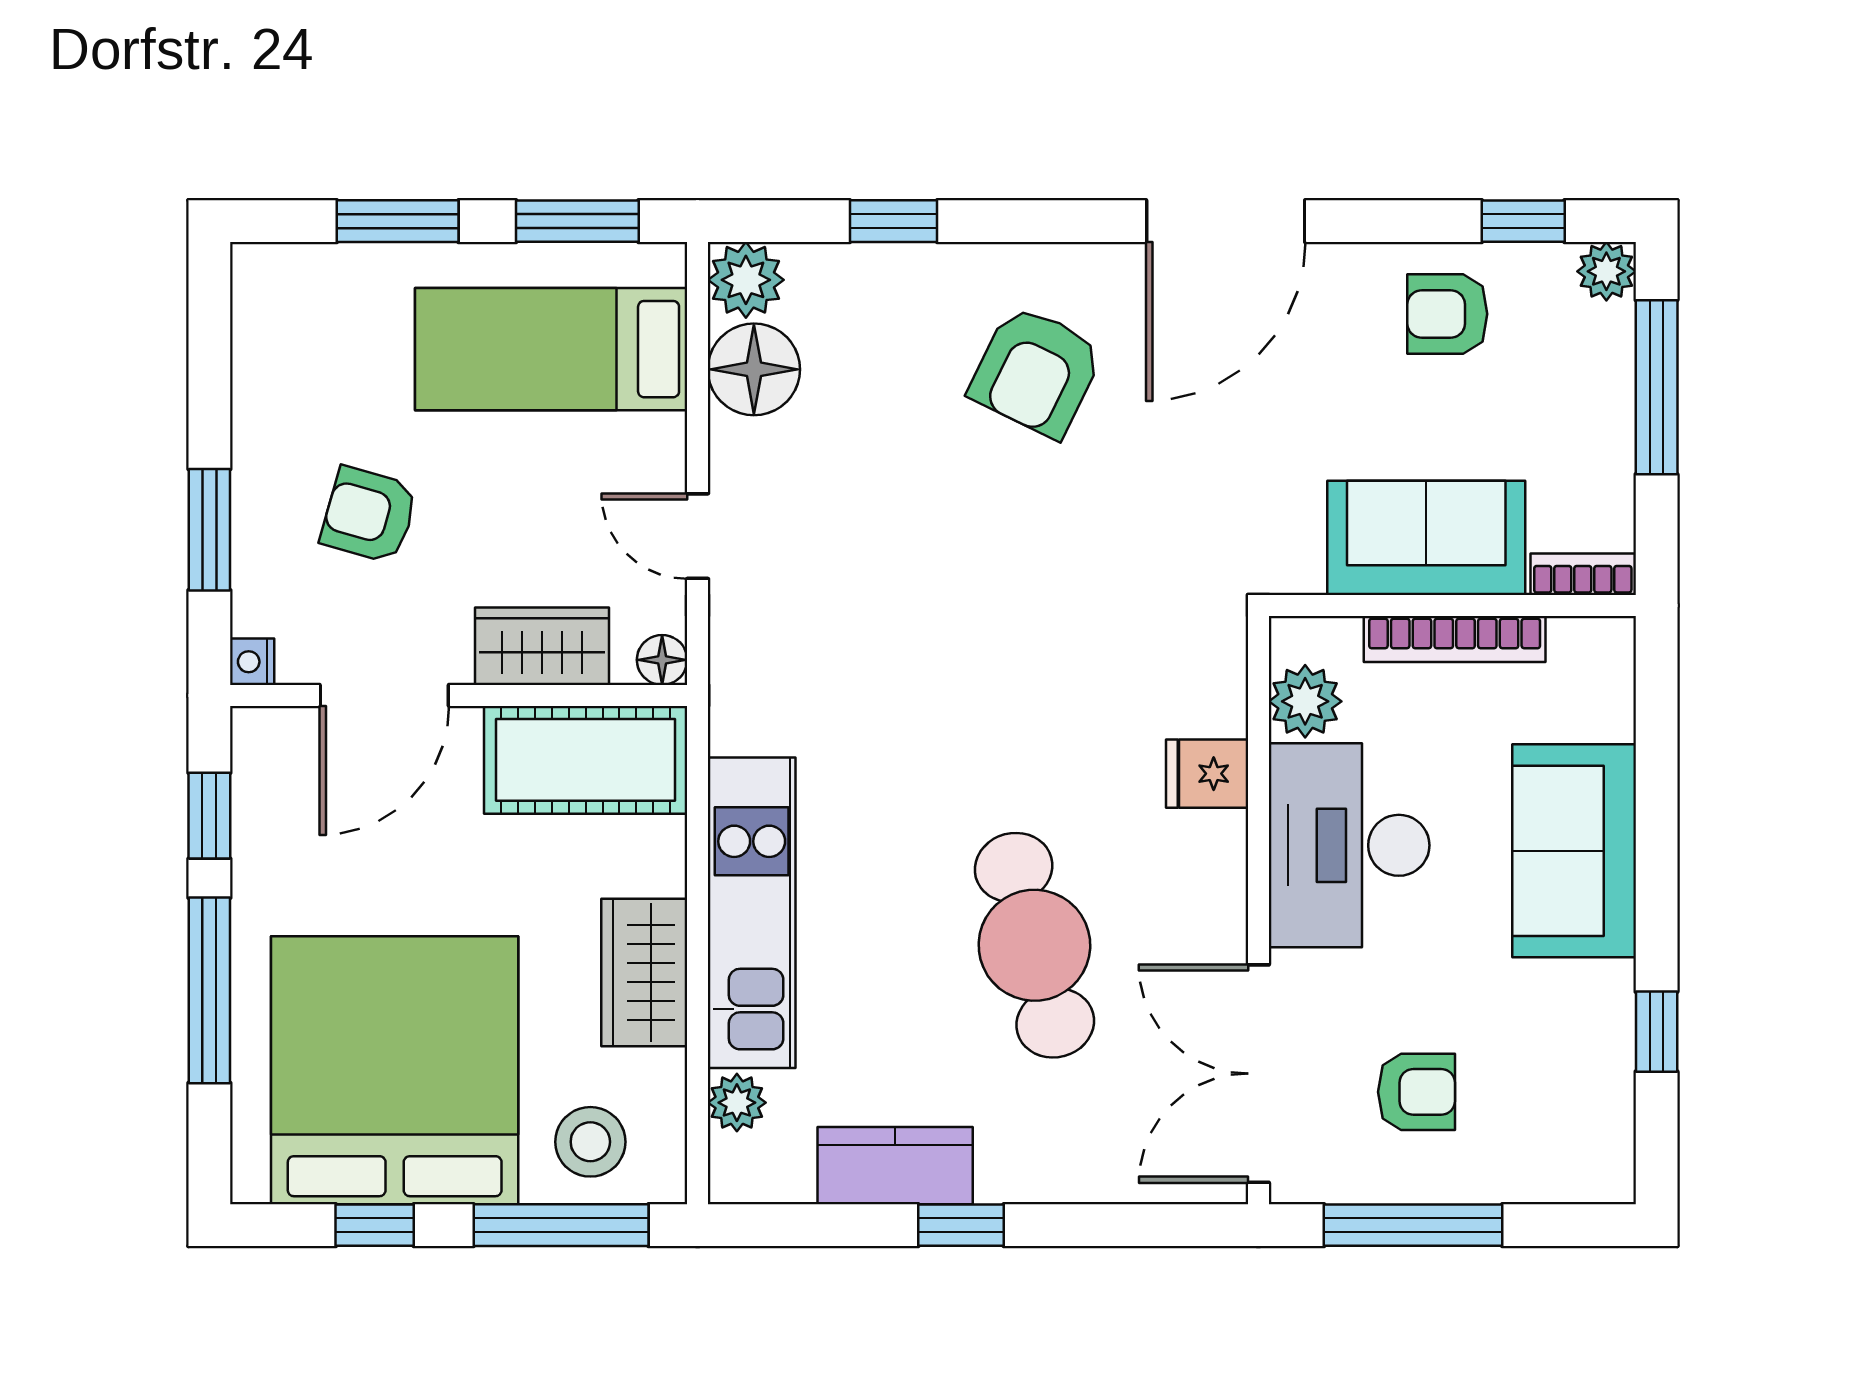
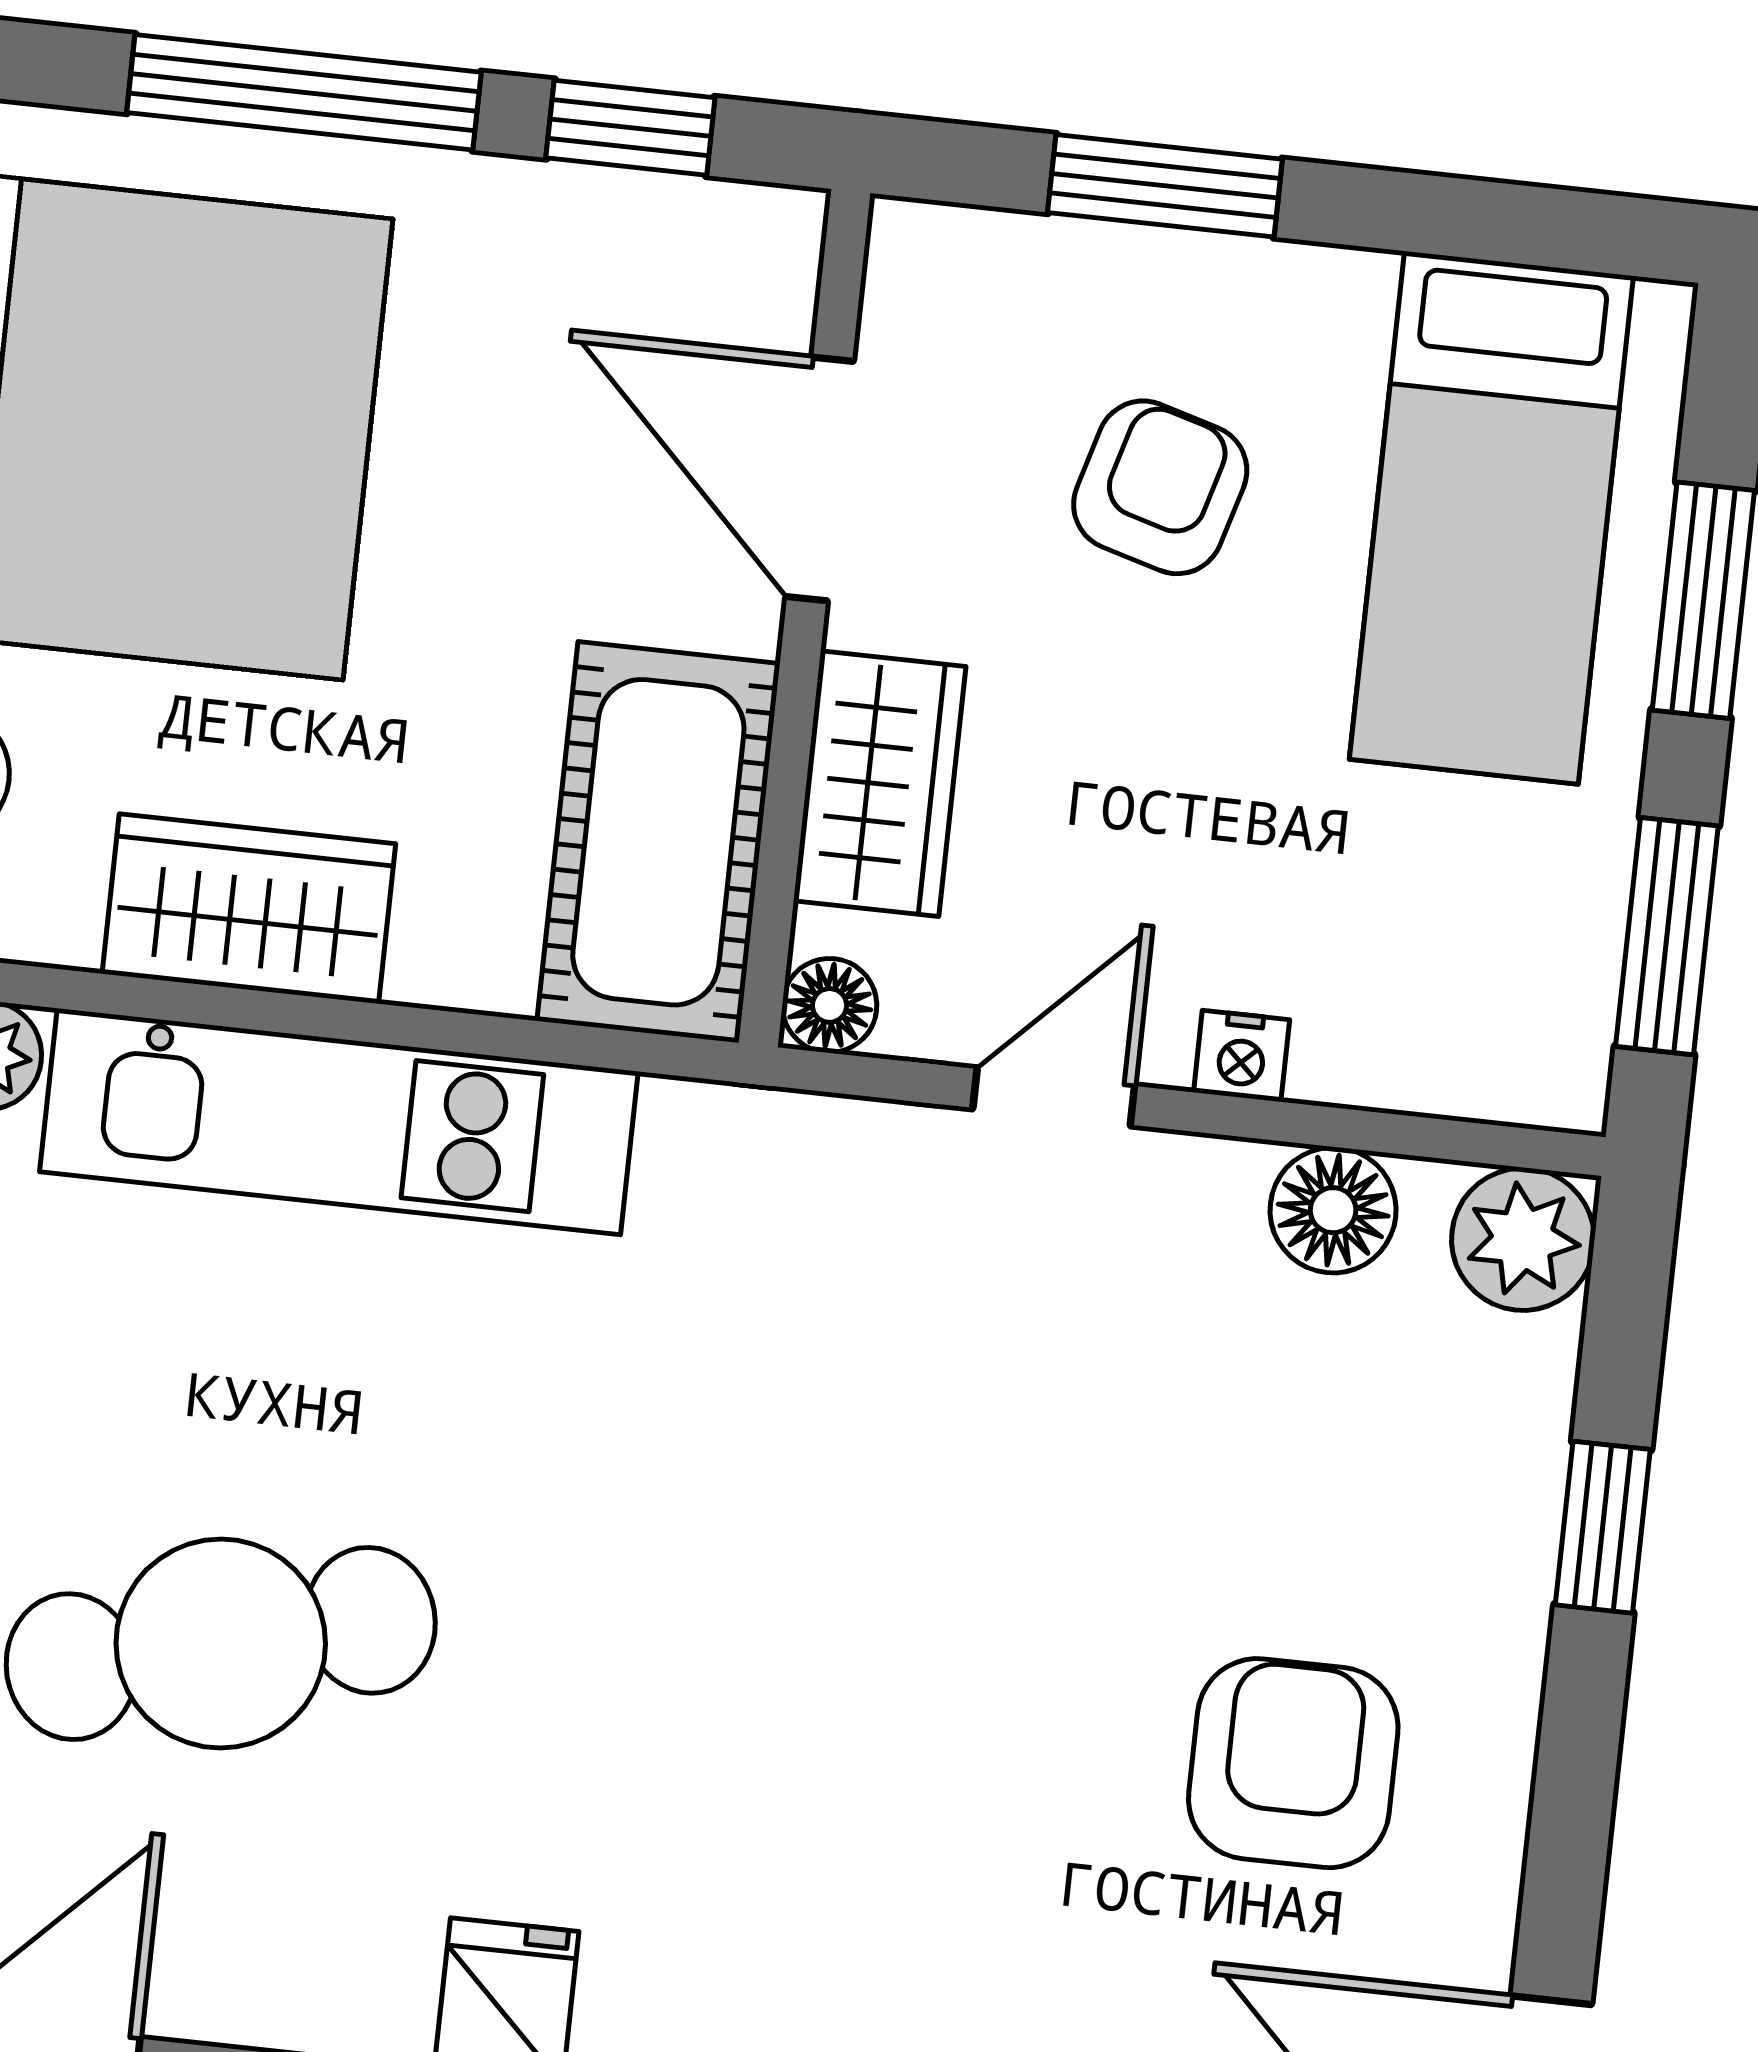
bed: (551, 349) -> (1491, 518), moved, turned 180
floor lamp: (754, 369) -> (1333, 1210), width x0.73, depth x0.73
armchair: (1036, 371) -> (1293, 1763), turned 64
nightstand: (252, 662) -> (1242, 1056), moved, turned 180

